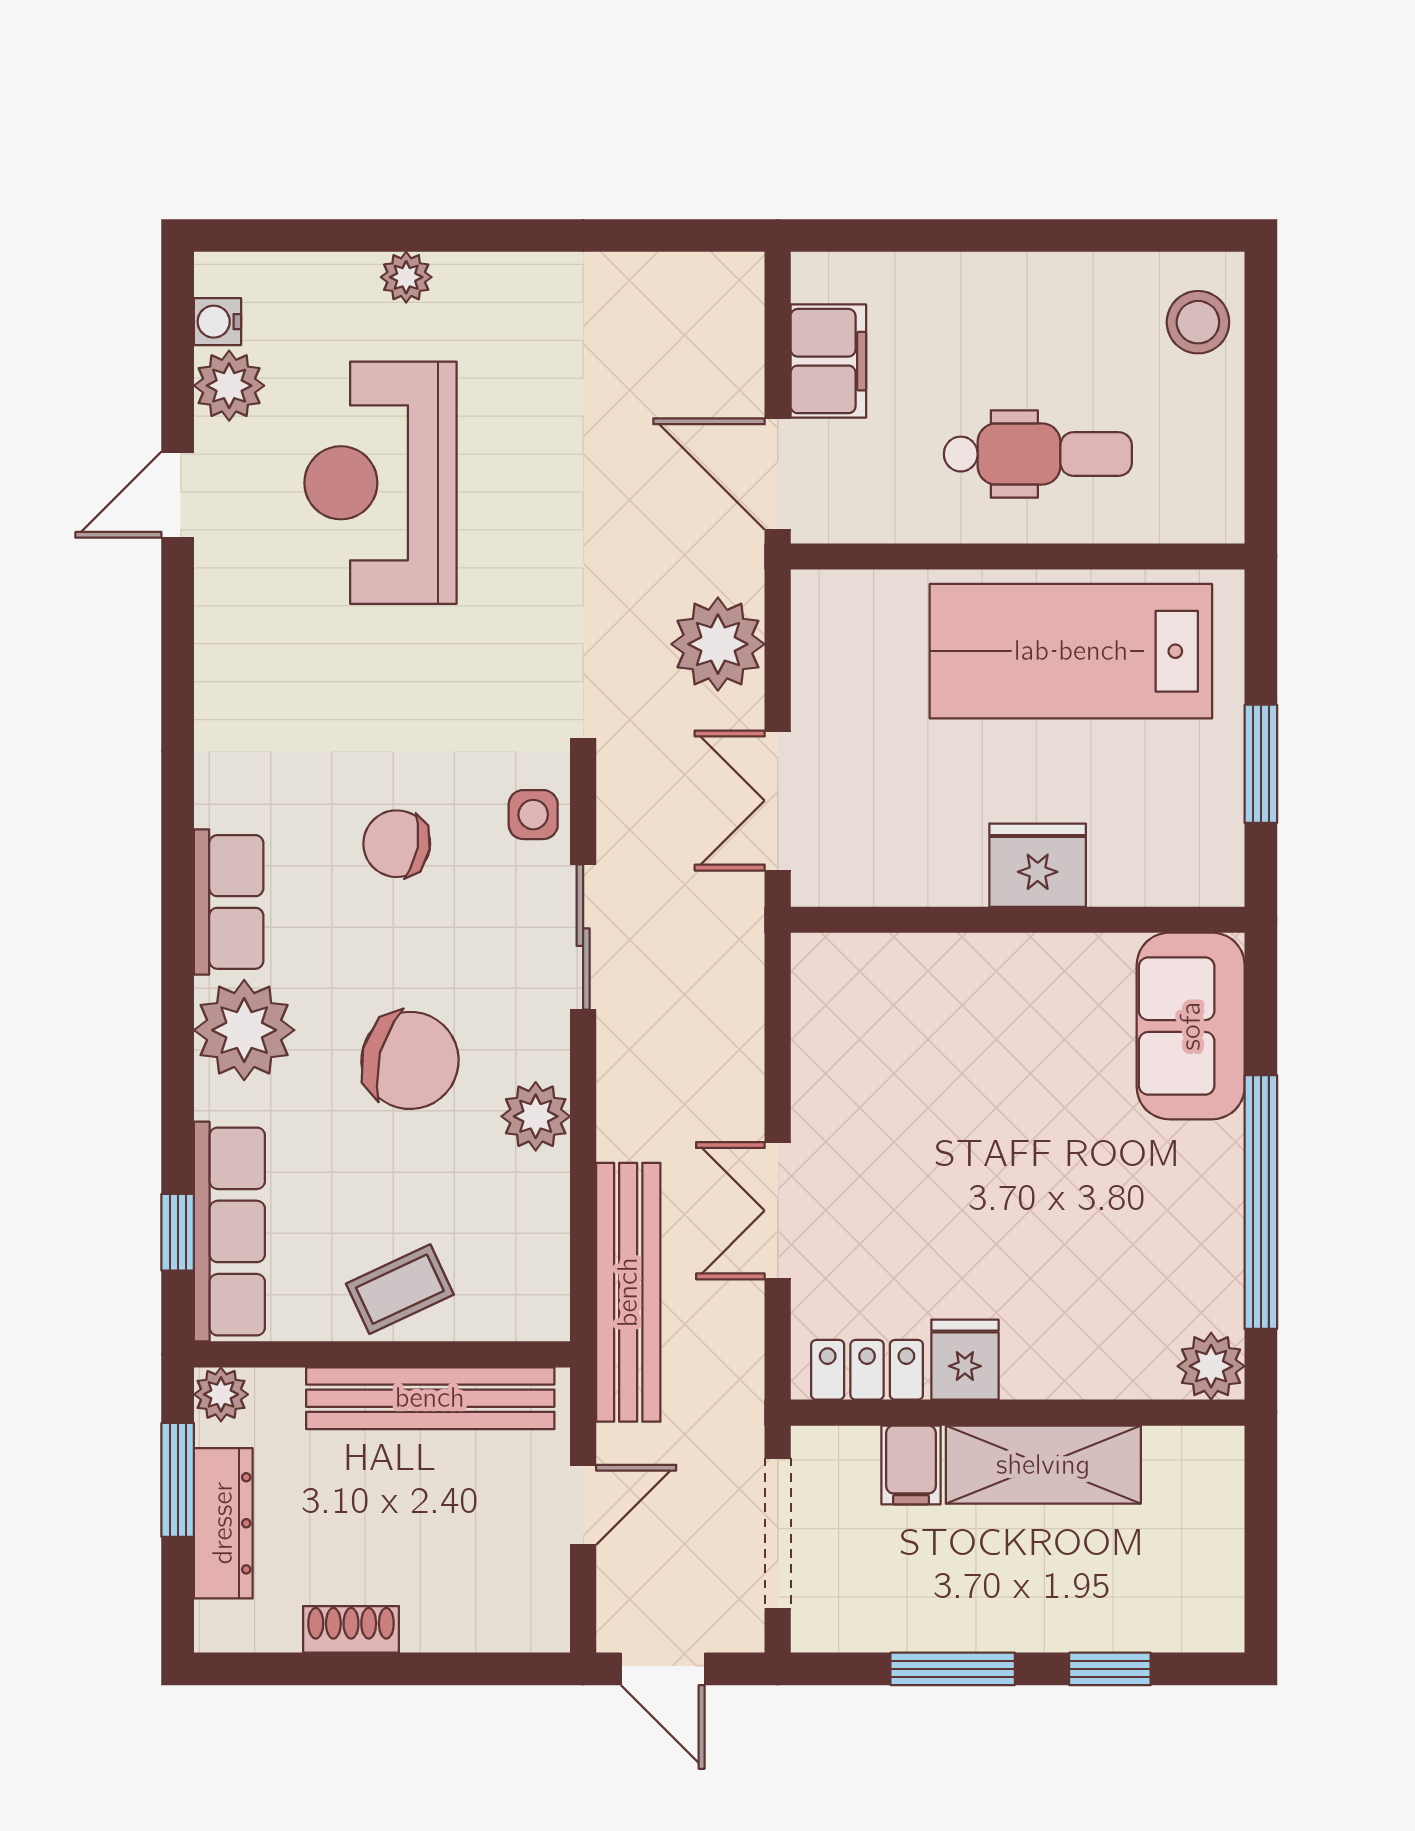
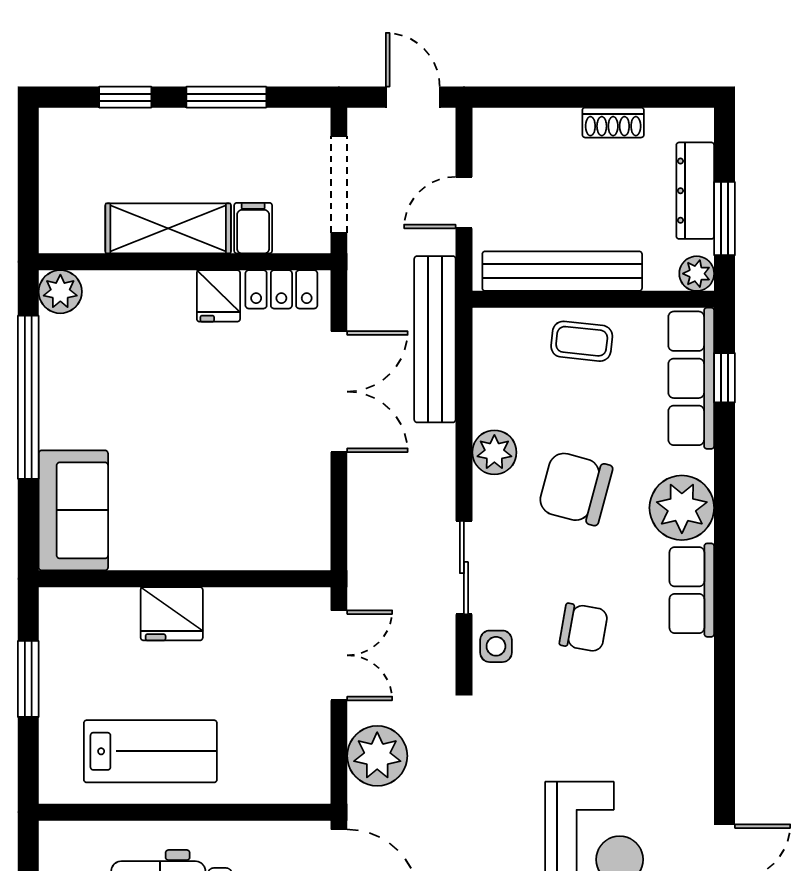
lab bench: (1071, 651) -> (150, 751), width x0.73, depth x0.72
double door: (778, 1211) -> (339, 392), width x1.37
coffee table: (400, 1289) -> (582, 341), turned 31

